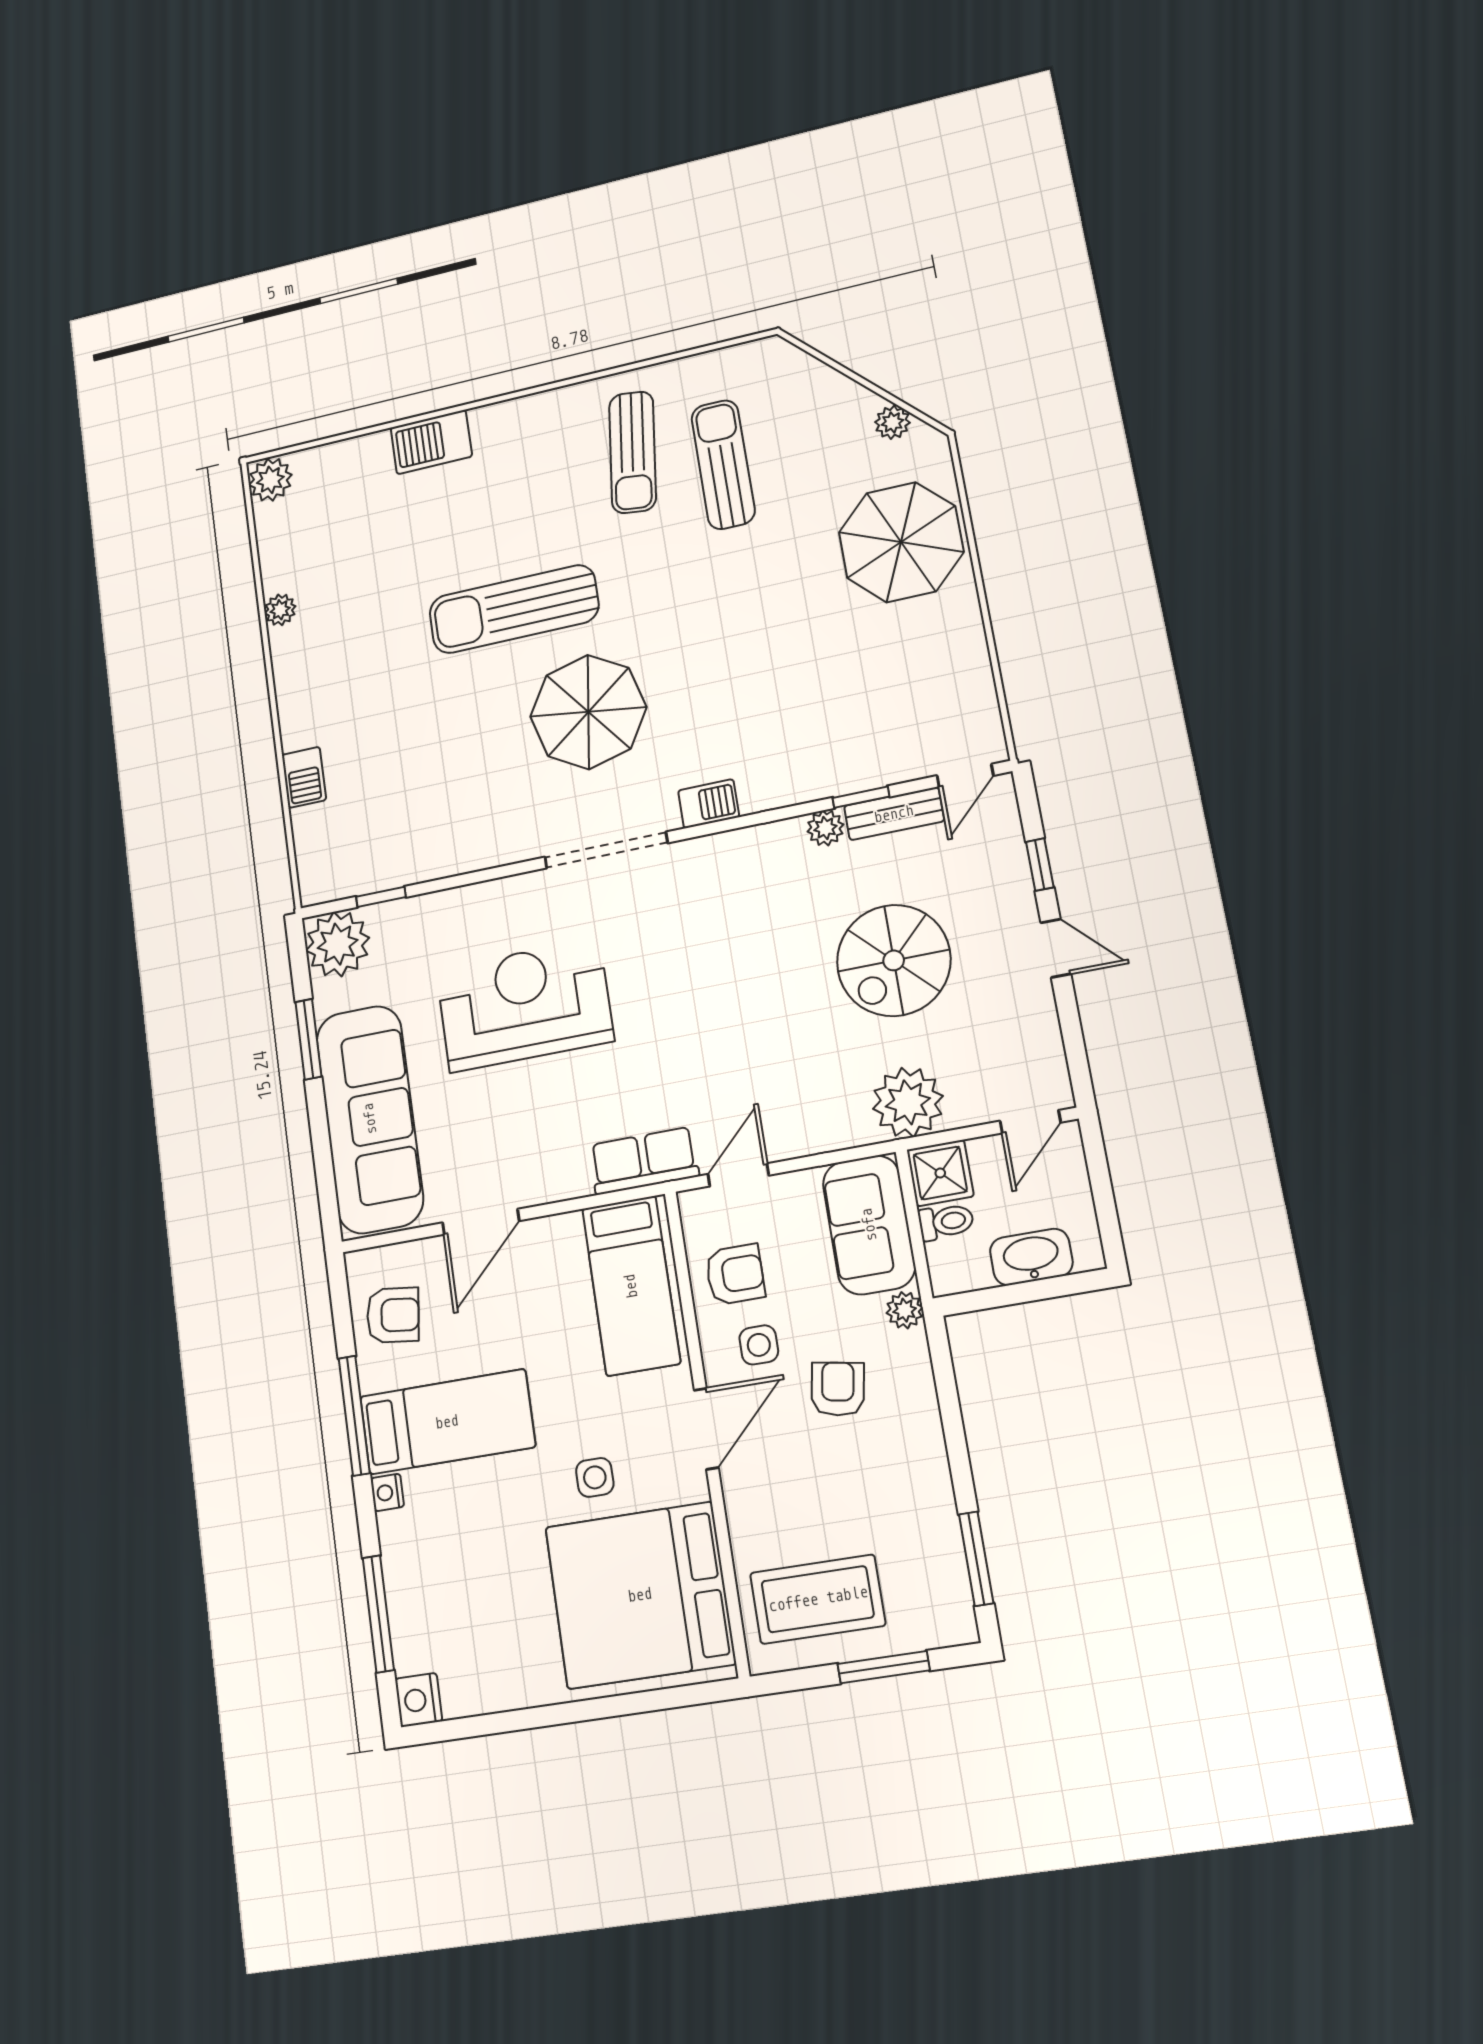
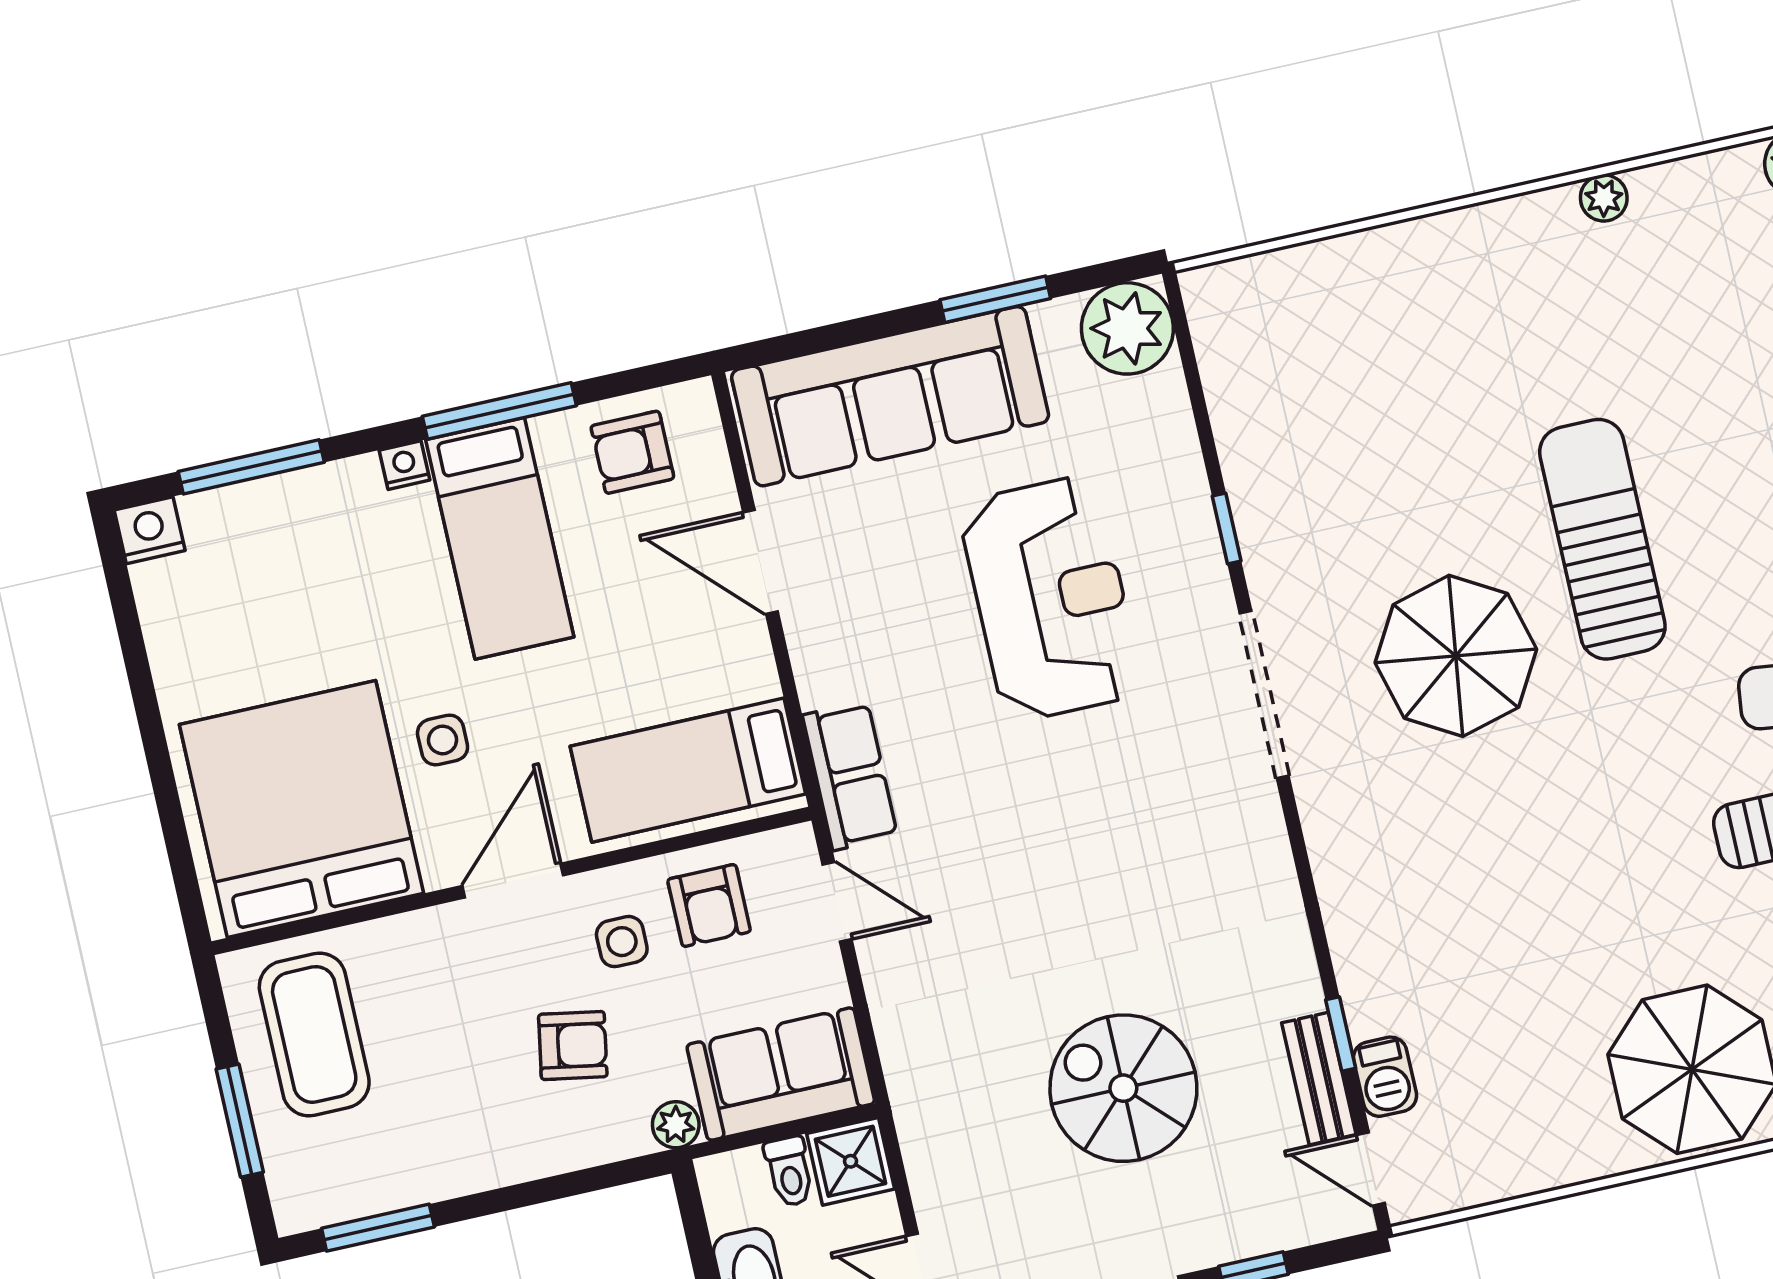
barbecue: (304, 777) -> (1361, 257), removed
barbecue: (709, 804) -> (1385, 1077), moved
plant: (825, 828) -> (1298, 989), removed
window: (381, 897) -> (1227, 529), moved
plant: (908, 1102) -> (939, 1116), removed
armchair: (393, 1315) -> (632, 452), turned 83
door: (706, 1429) -> (513, 881), swing flipped

